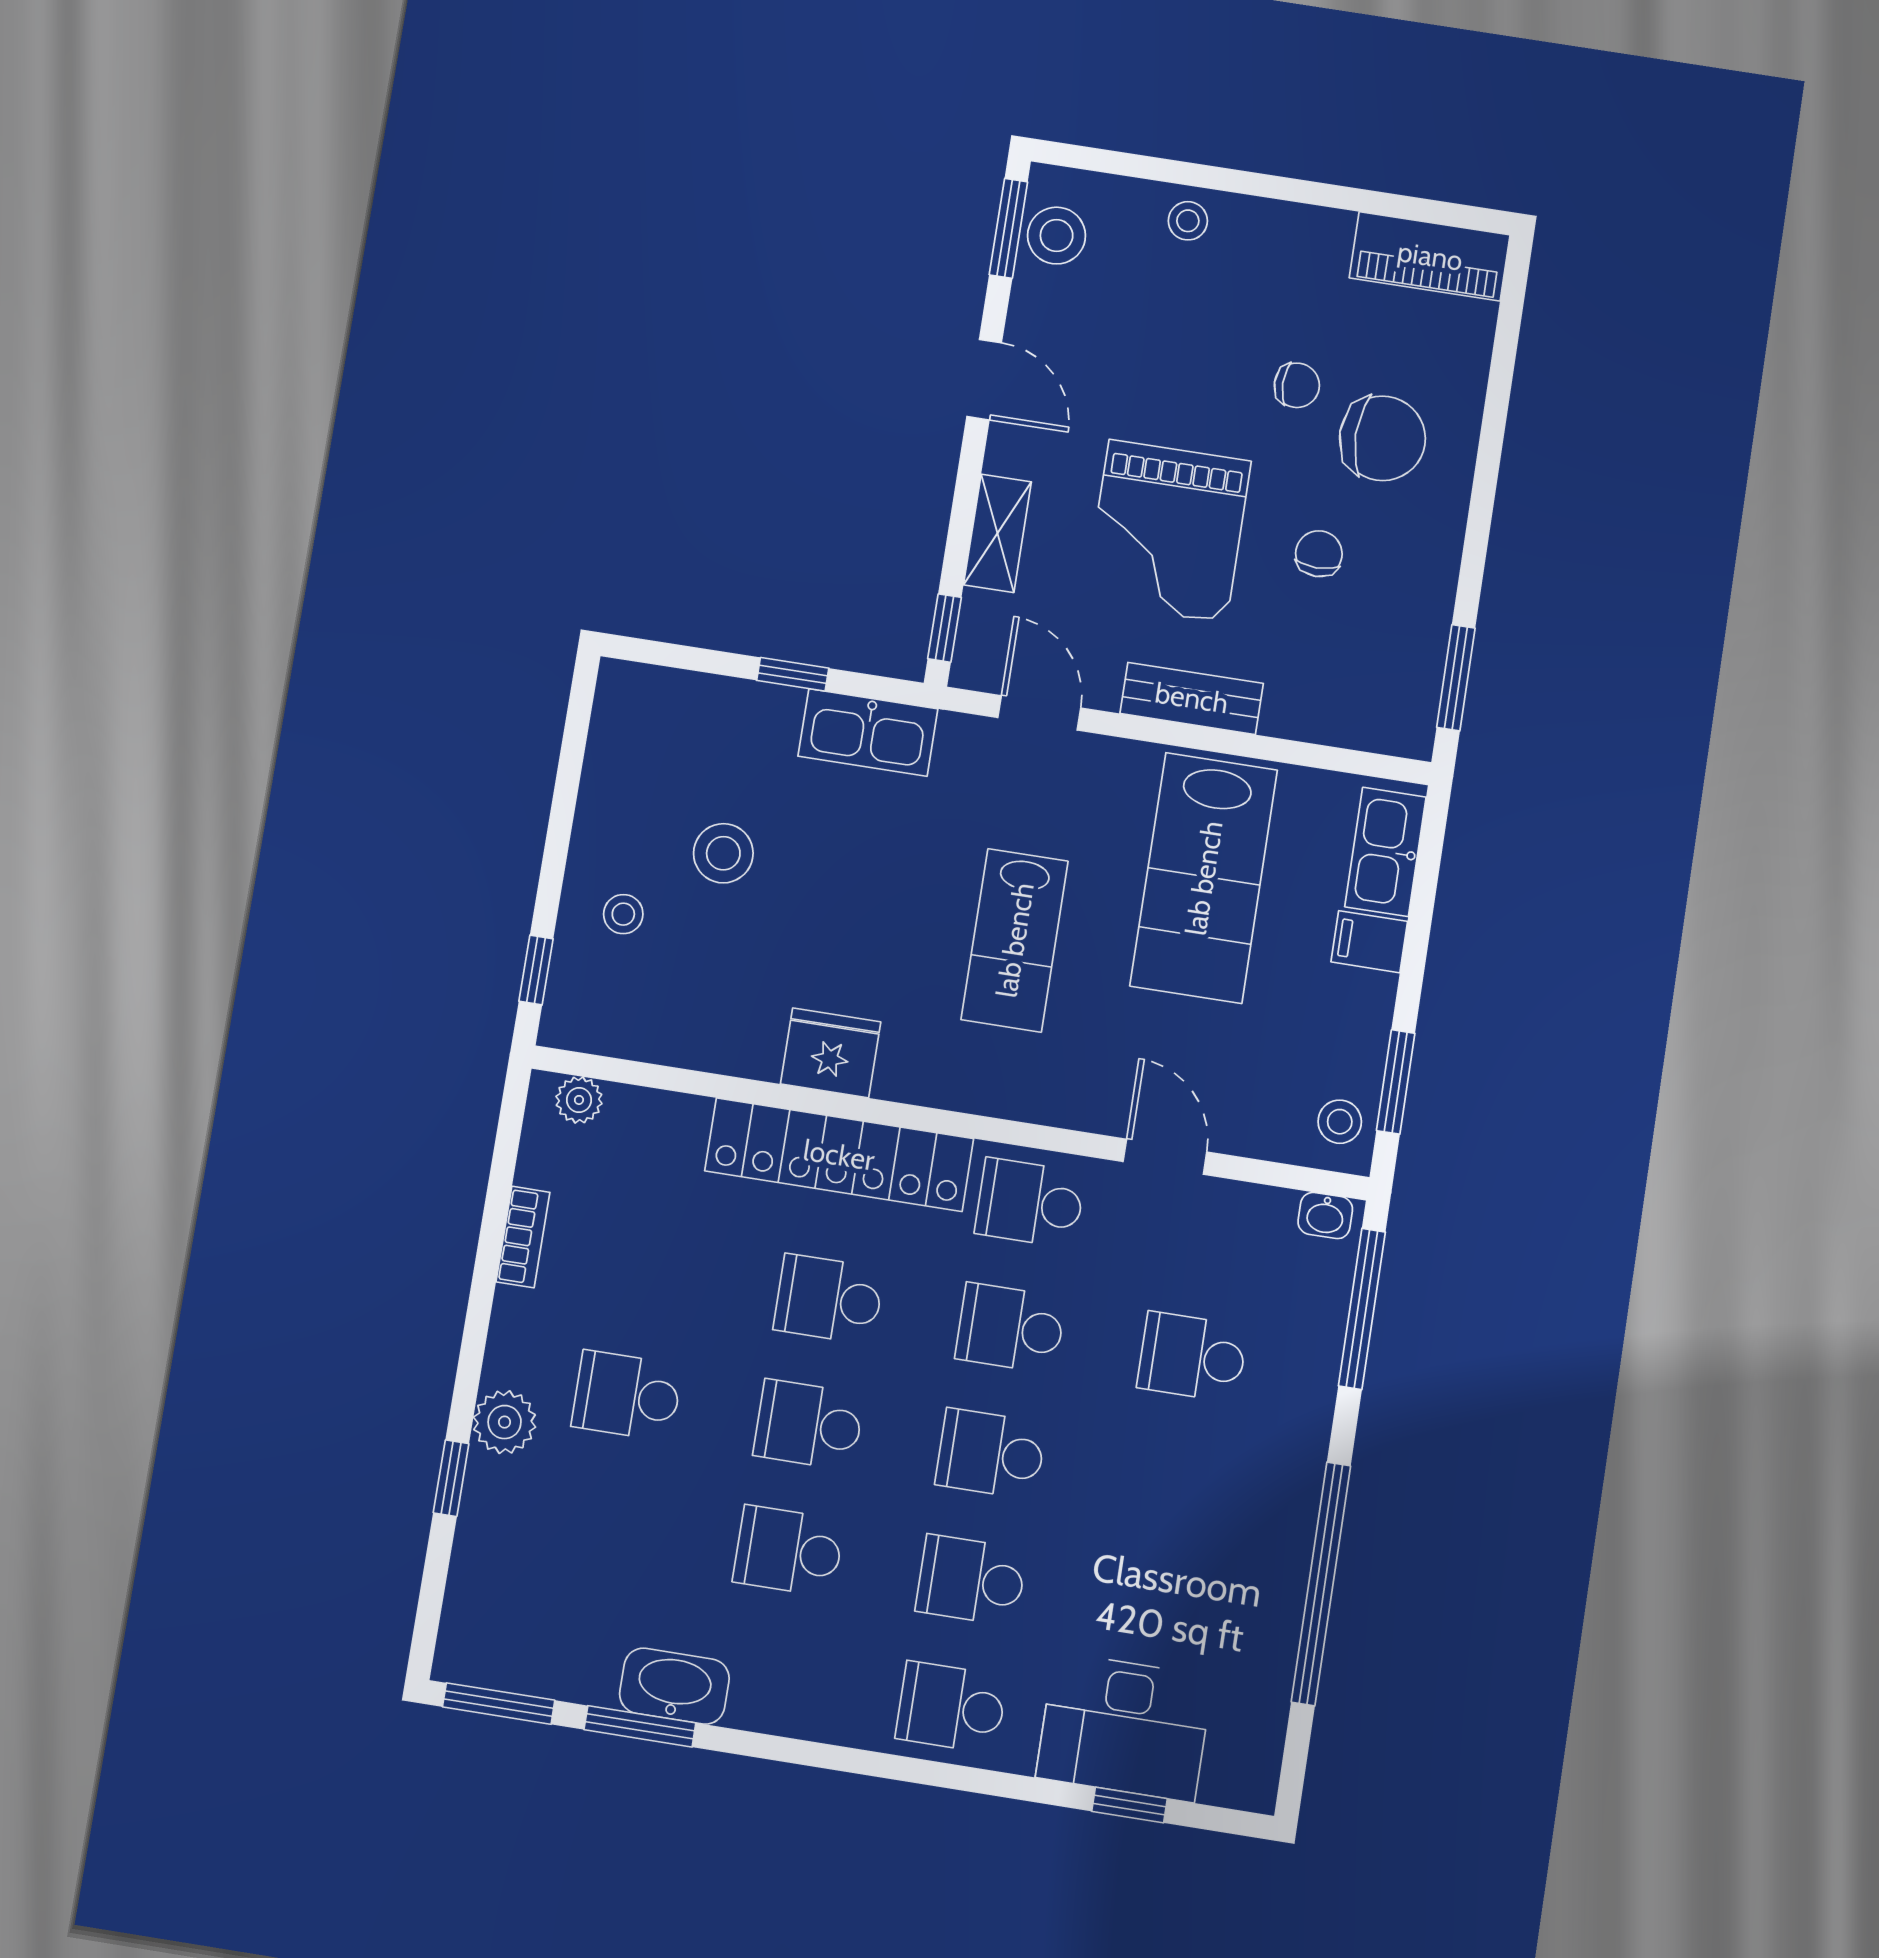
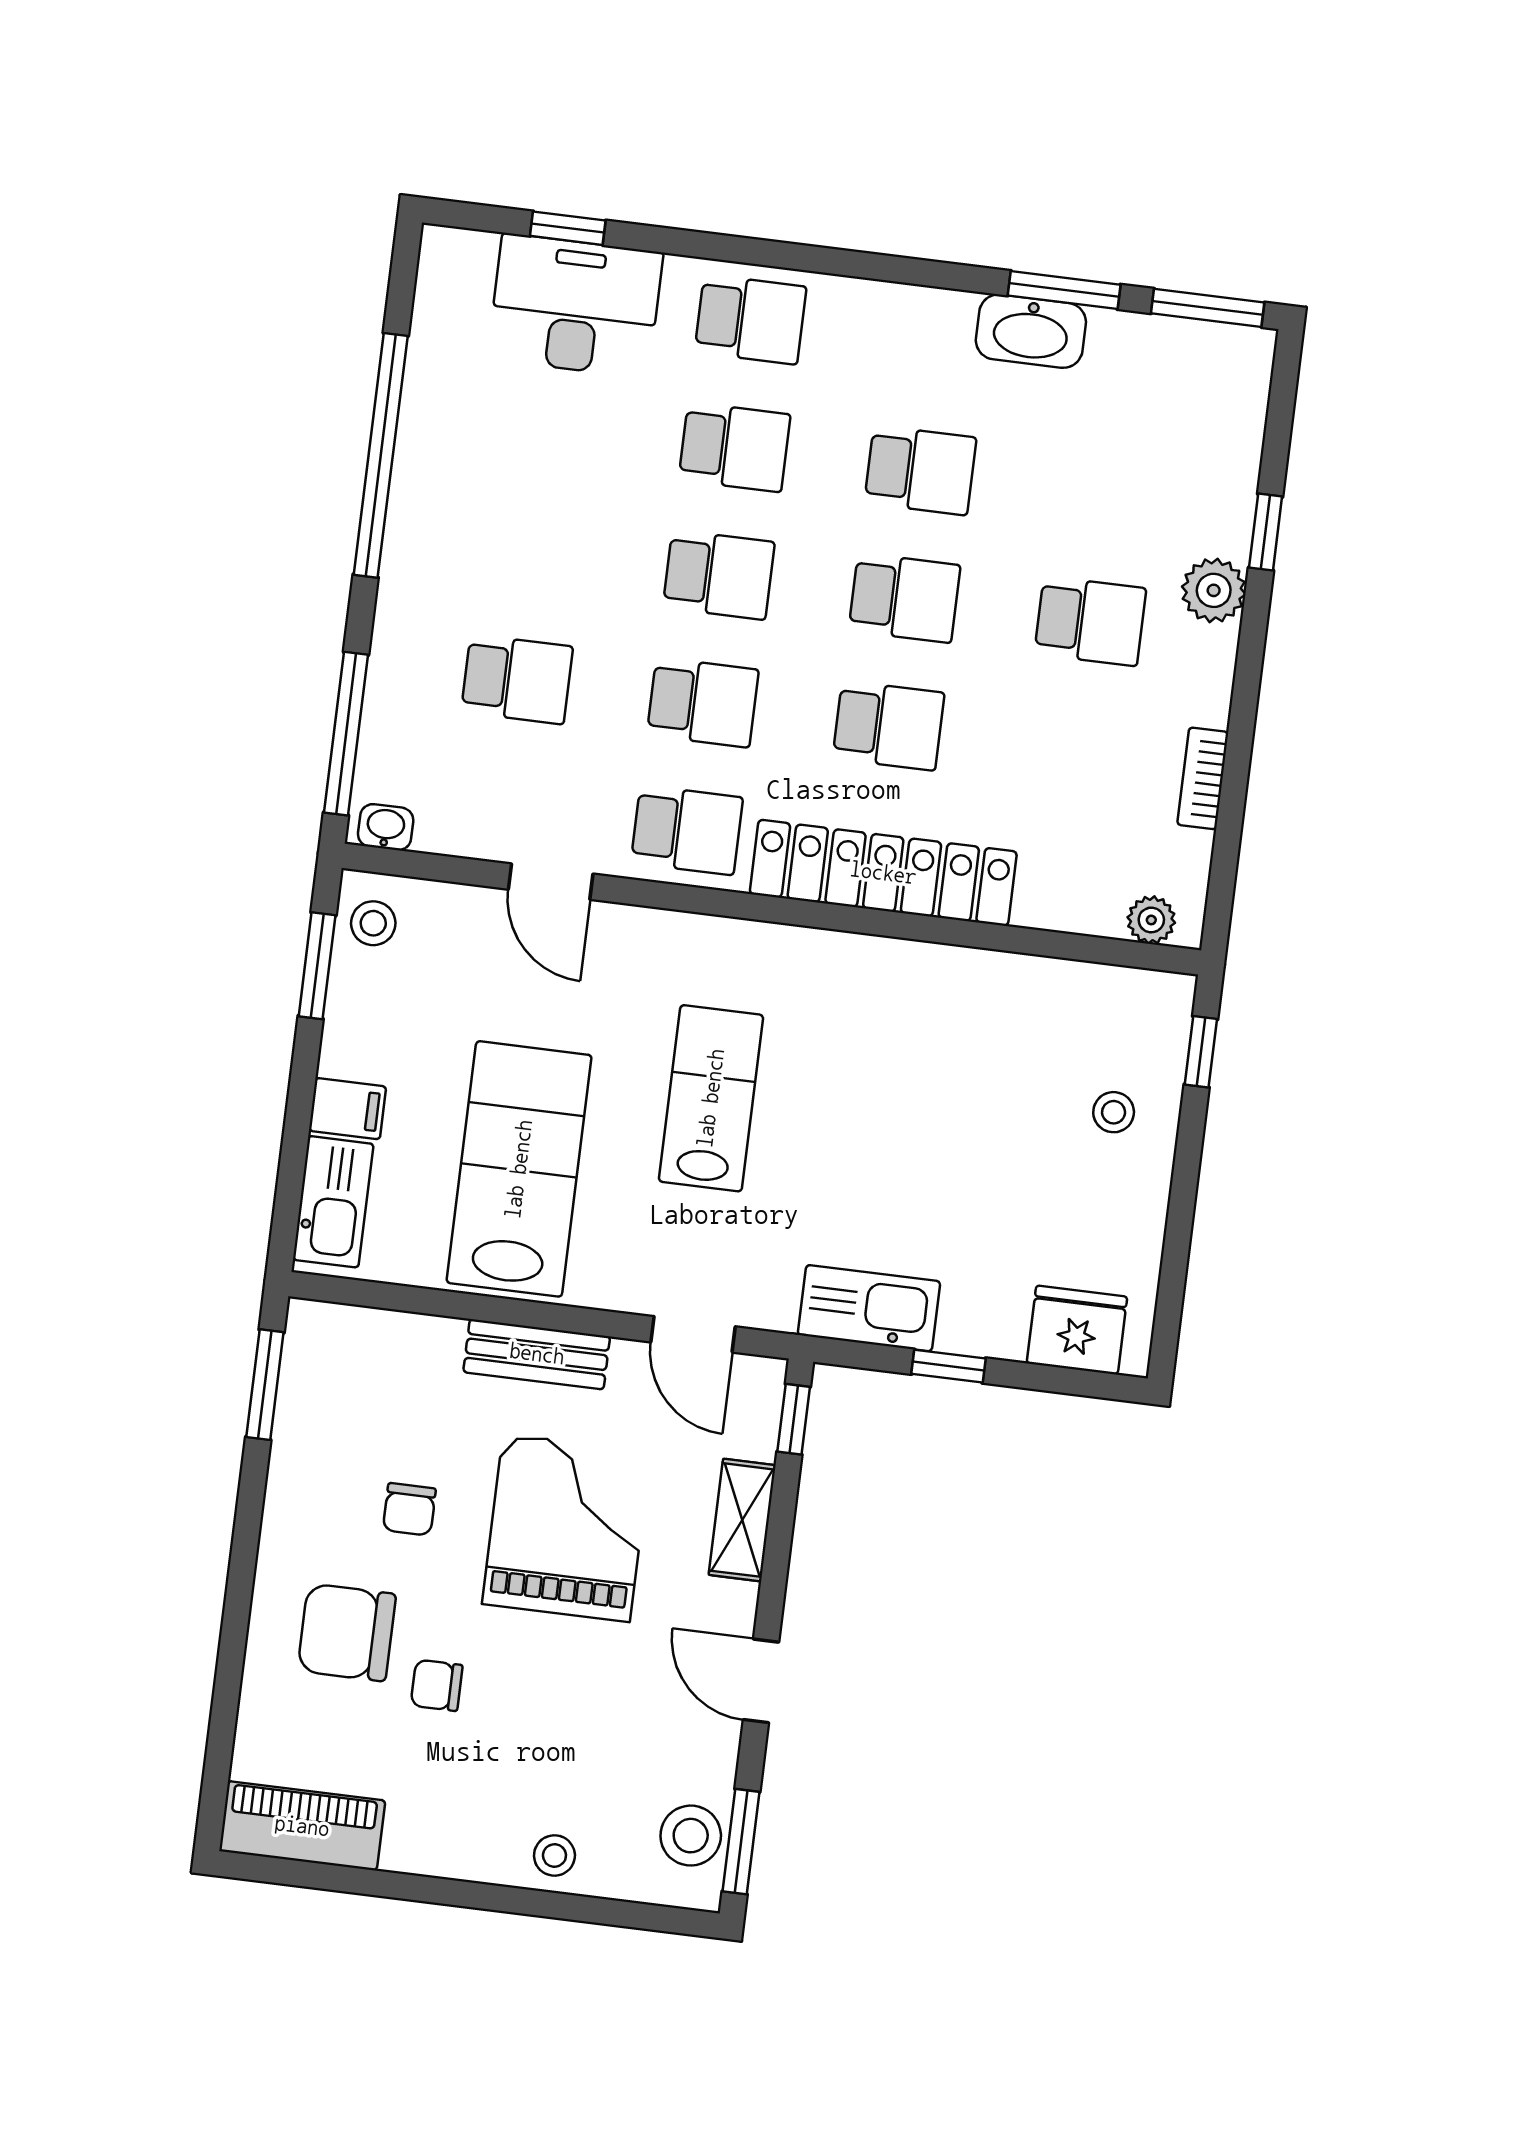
stool: (723, 853) -> (1013, 1178), removed
fridge: (831, 1053) -> (1077, 1330), moved, turned 180

